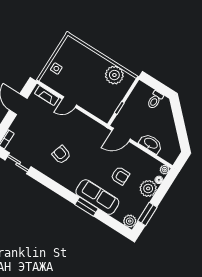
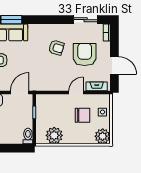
plant: (70, 46) -> (103, 136), added
chair: (77, 77) -> (83, 115), added
toilet: (155, 100) -> (28, 136), moved
armchair: (39, 132) -> (85, 54), added

